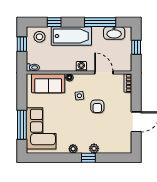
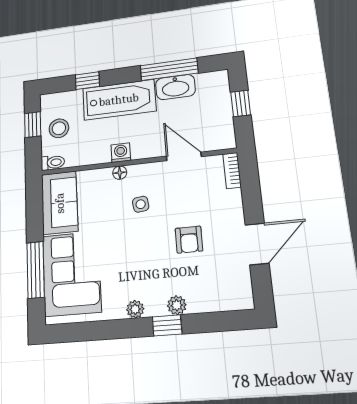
washbasin: (114, 33) -> (175, 87), moved
stool: (39, 37) -> (59, 128), moved
washing machine: (81, 66) -> (121, 153), moved
sofa: (48, 83) -> (60, 203), moved, turned -90
armchair: (97, 106) -> (189, 240), moved

